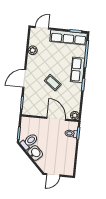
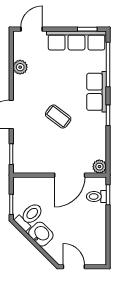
door: (56, 119) -> (70, 175), swing flipped
door: (53, 175) -> (74, 267), swing flipped

